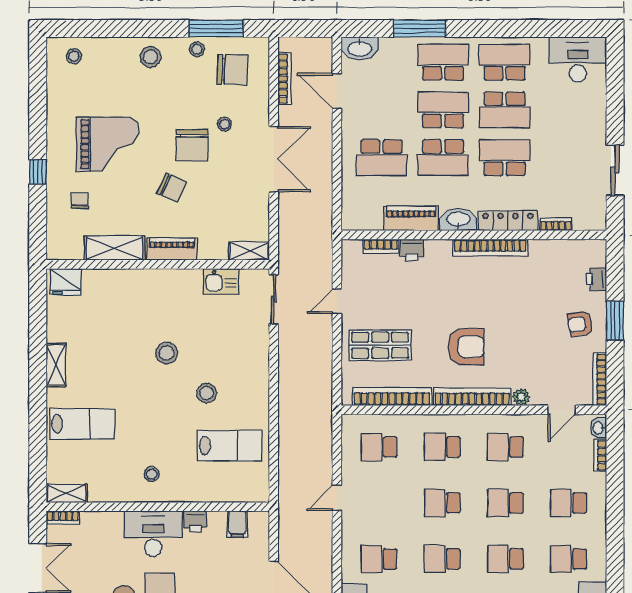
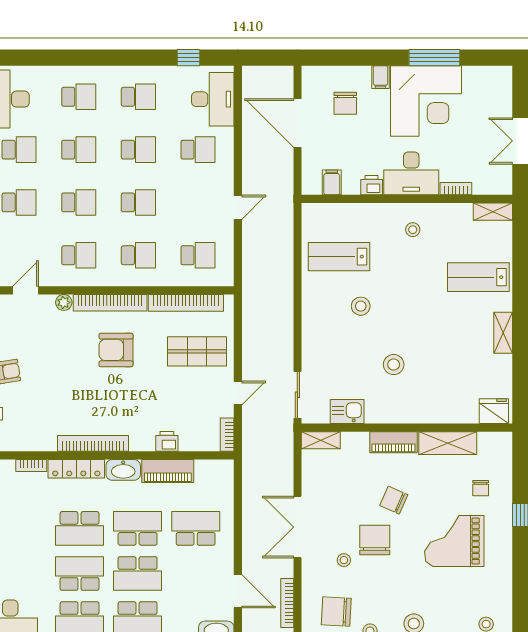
bookcase: (381, 246) -> (227, 435), moved, turned -90
stool: (167, 353) -> (394, 365), moved
bookcase: (63, 518) -> (456, 189), moved

